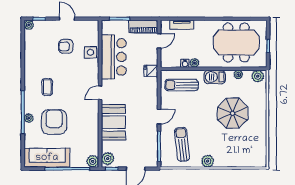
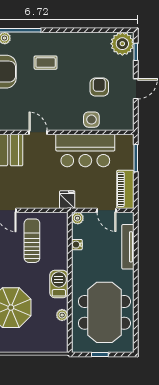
plant: (29, 25) -> (122, 44), width x1.87, depth x1.87
tv unit: (182, 25) -> (128, 247), width x1.41
plant: (194, 63) -> (78, 218), moved
plant: (258, 76) -> (60, 341), removed
sun lounger: (182, 85) -> (32, 241), moved

